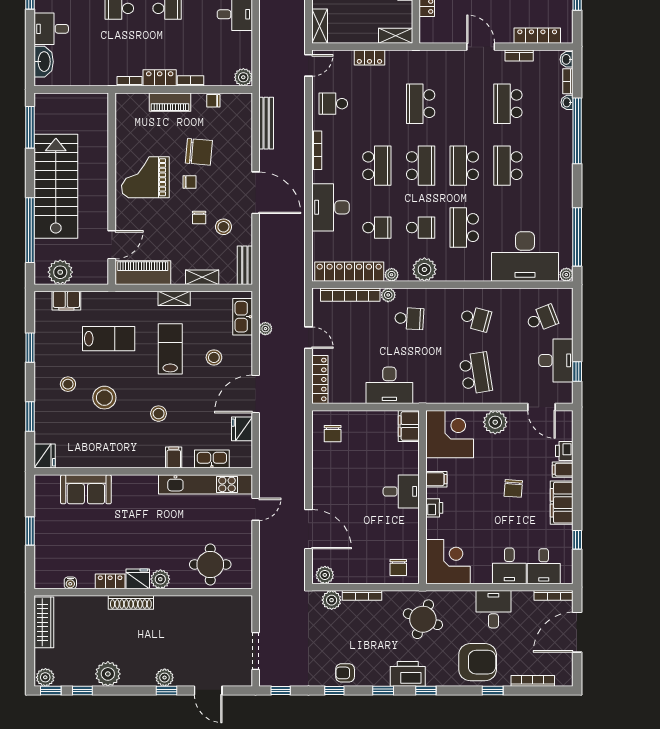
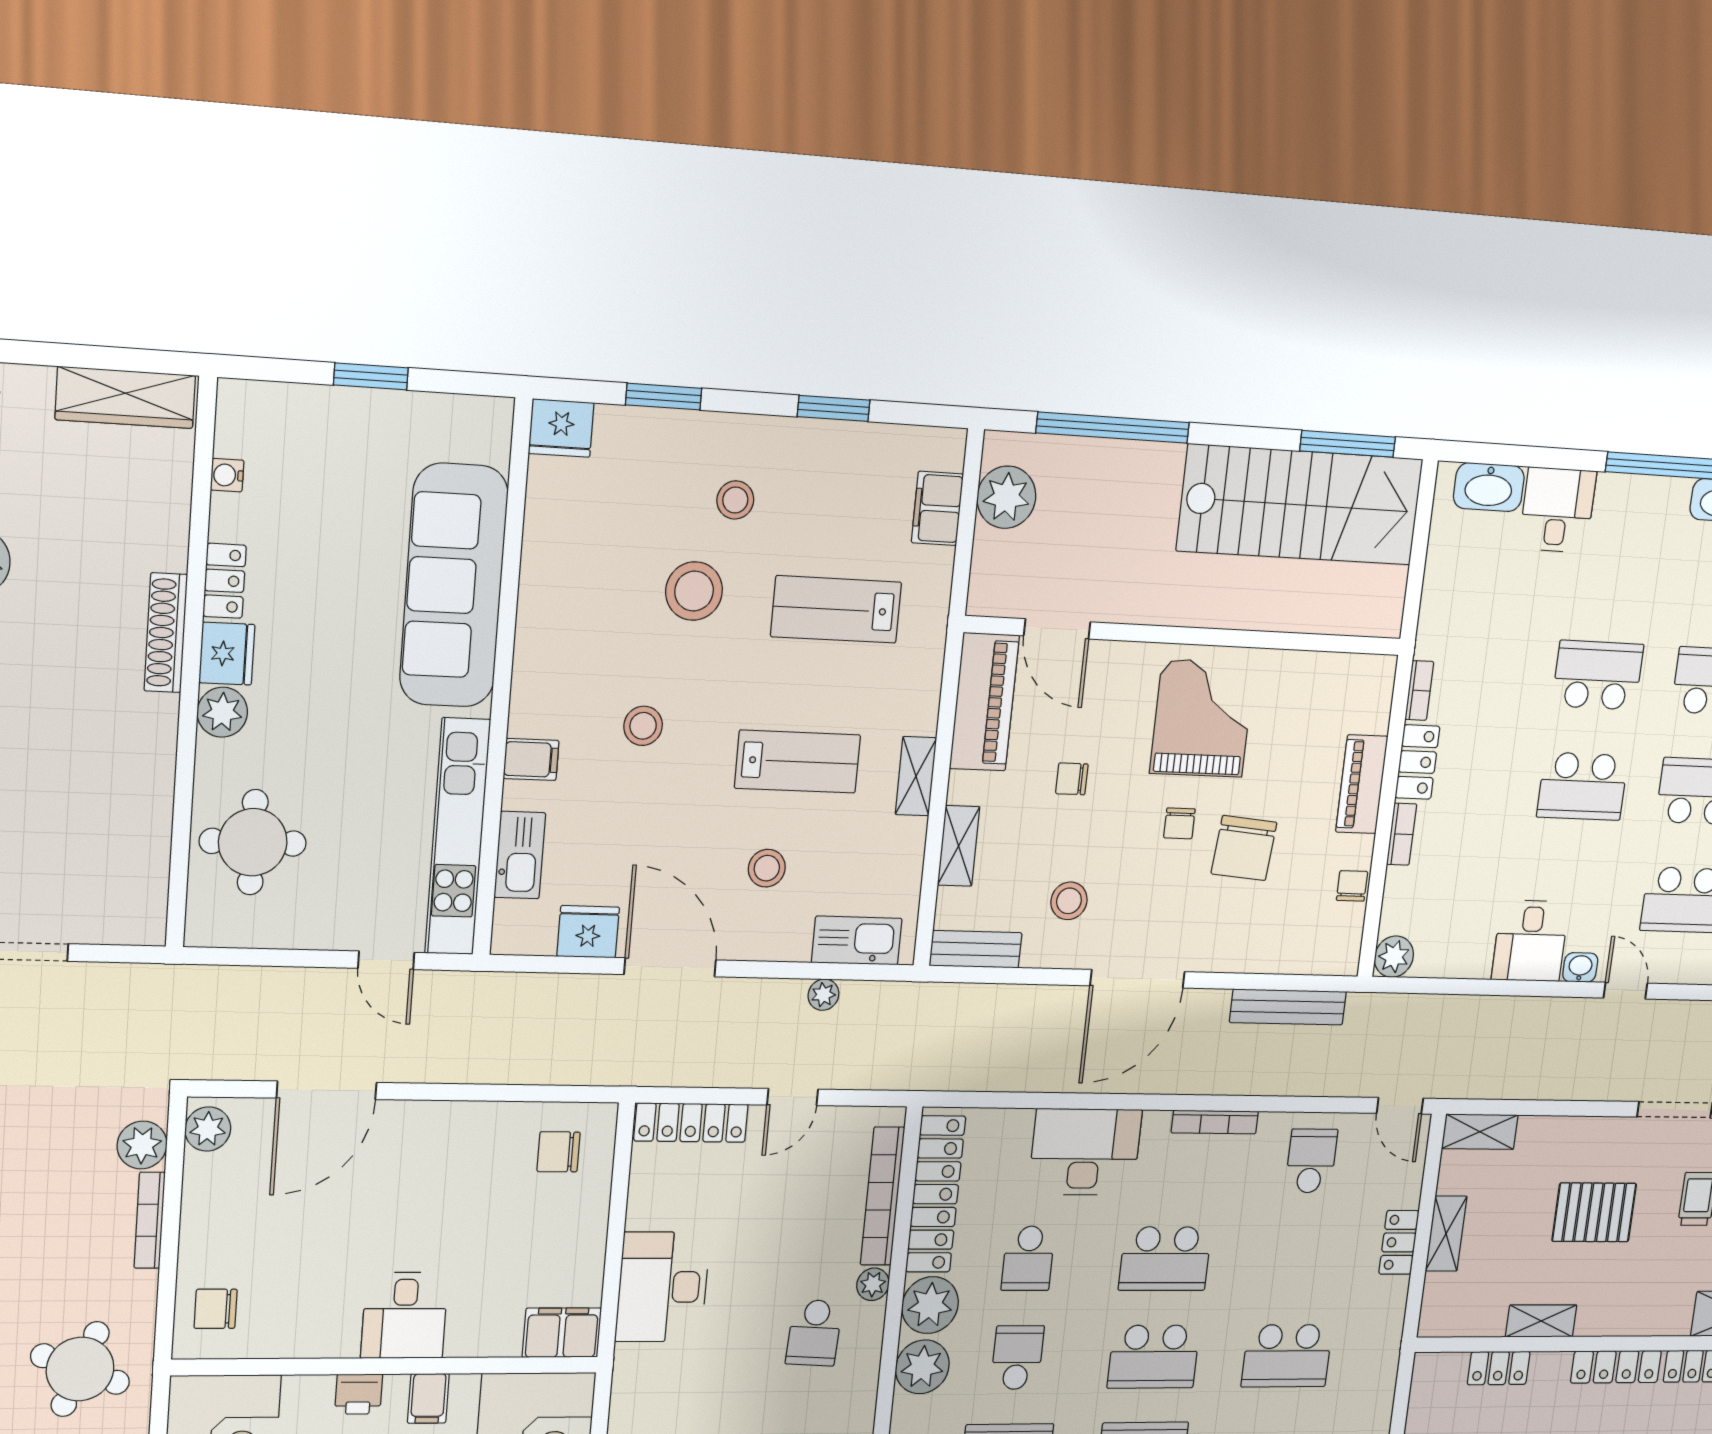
shelving: (396, 36) -> (1446, 1234), moved
school desk: (421, 104) -> (1287, 1356), turned 180
stairs: (56, 186) -> (1300, 505), moved
chair: (199, 217) -> (1072, 779), moved
school desk: (421, 228) -> (1017, 1357), turned 180
plant: (392, 275) -> (930, 1305), width x1.88, depth x1.88
lab bench: (109, 339) -> (836, 609), turned 90
sofa: (86, 489) -> (454, 586), width x1.85, depth x1.27

